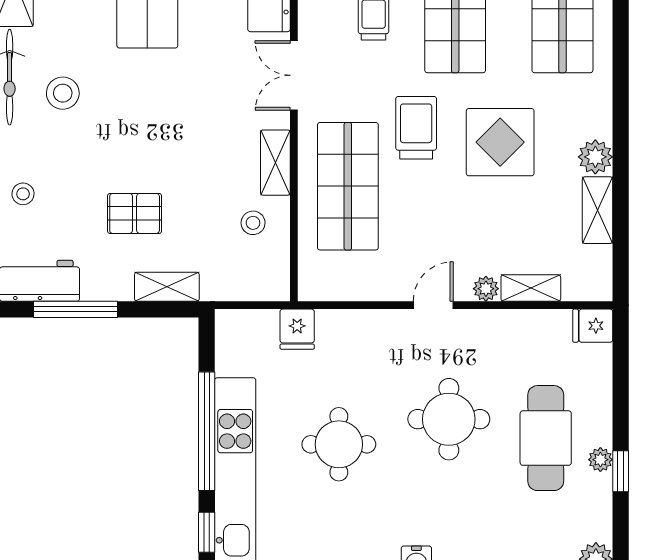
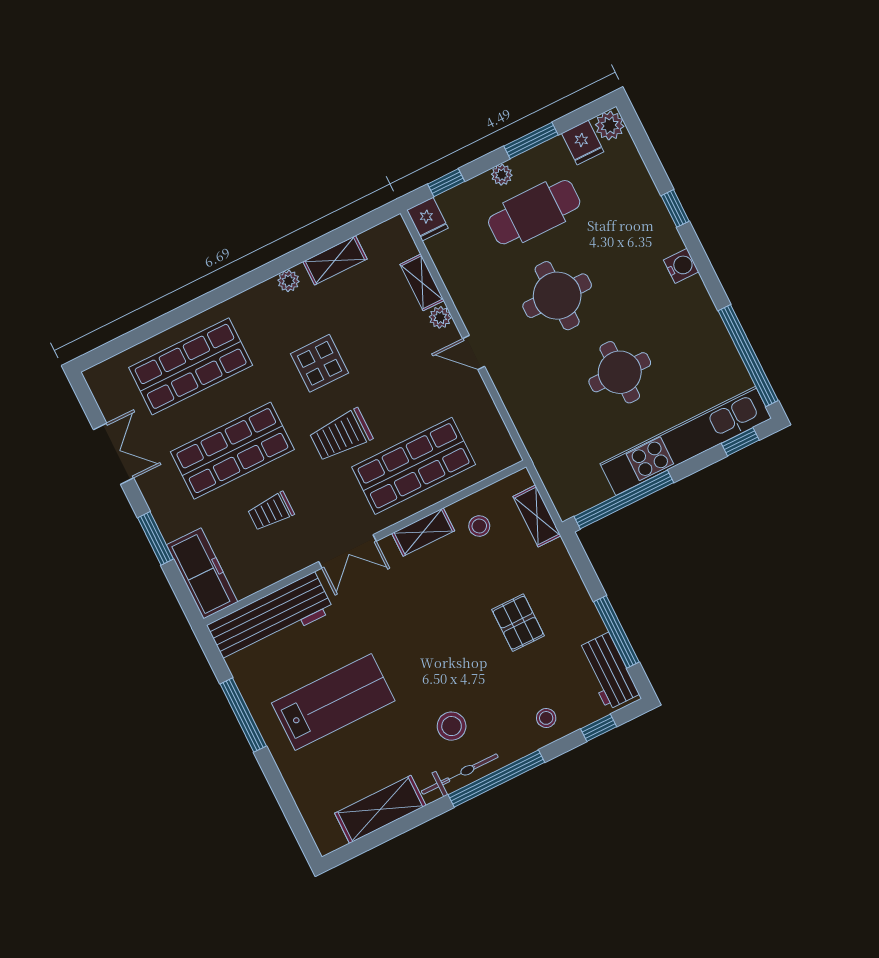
display table: (500, 142) -> (320, 363), width x0.73, depth x0.73
plant: (595, 157) -> (288, 281), width x0.73, depth x0.73
shelving: (167, 287) -> (537, 516), moved
fridge: (297, 329) -> (583, 142), moved, turned 90
window: (621, 363) -> (446, 183), added
window: (207, 431) -> (624, 499), moved
plant: (600, 460) -> (502, 175), moved
window: (621, 471) -> (531, 140), width x1.50

